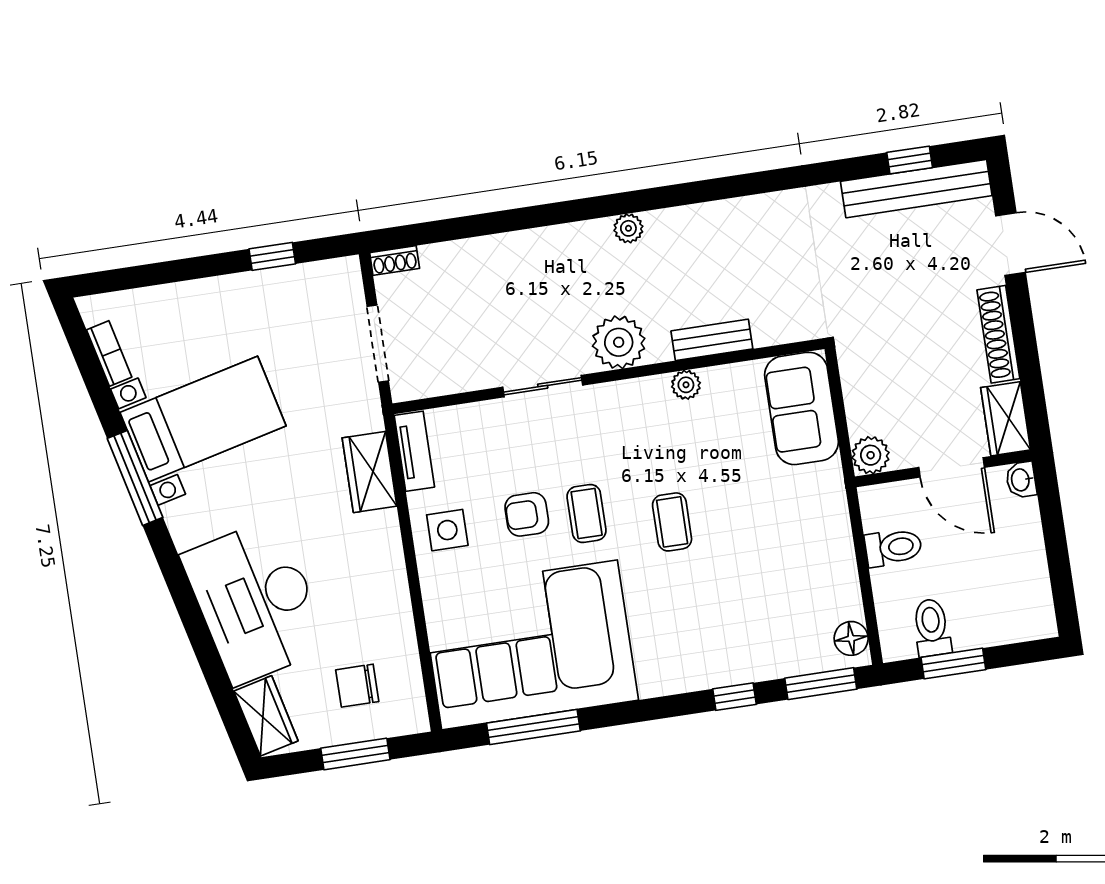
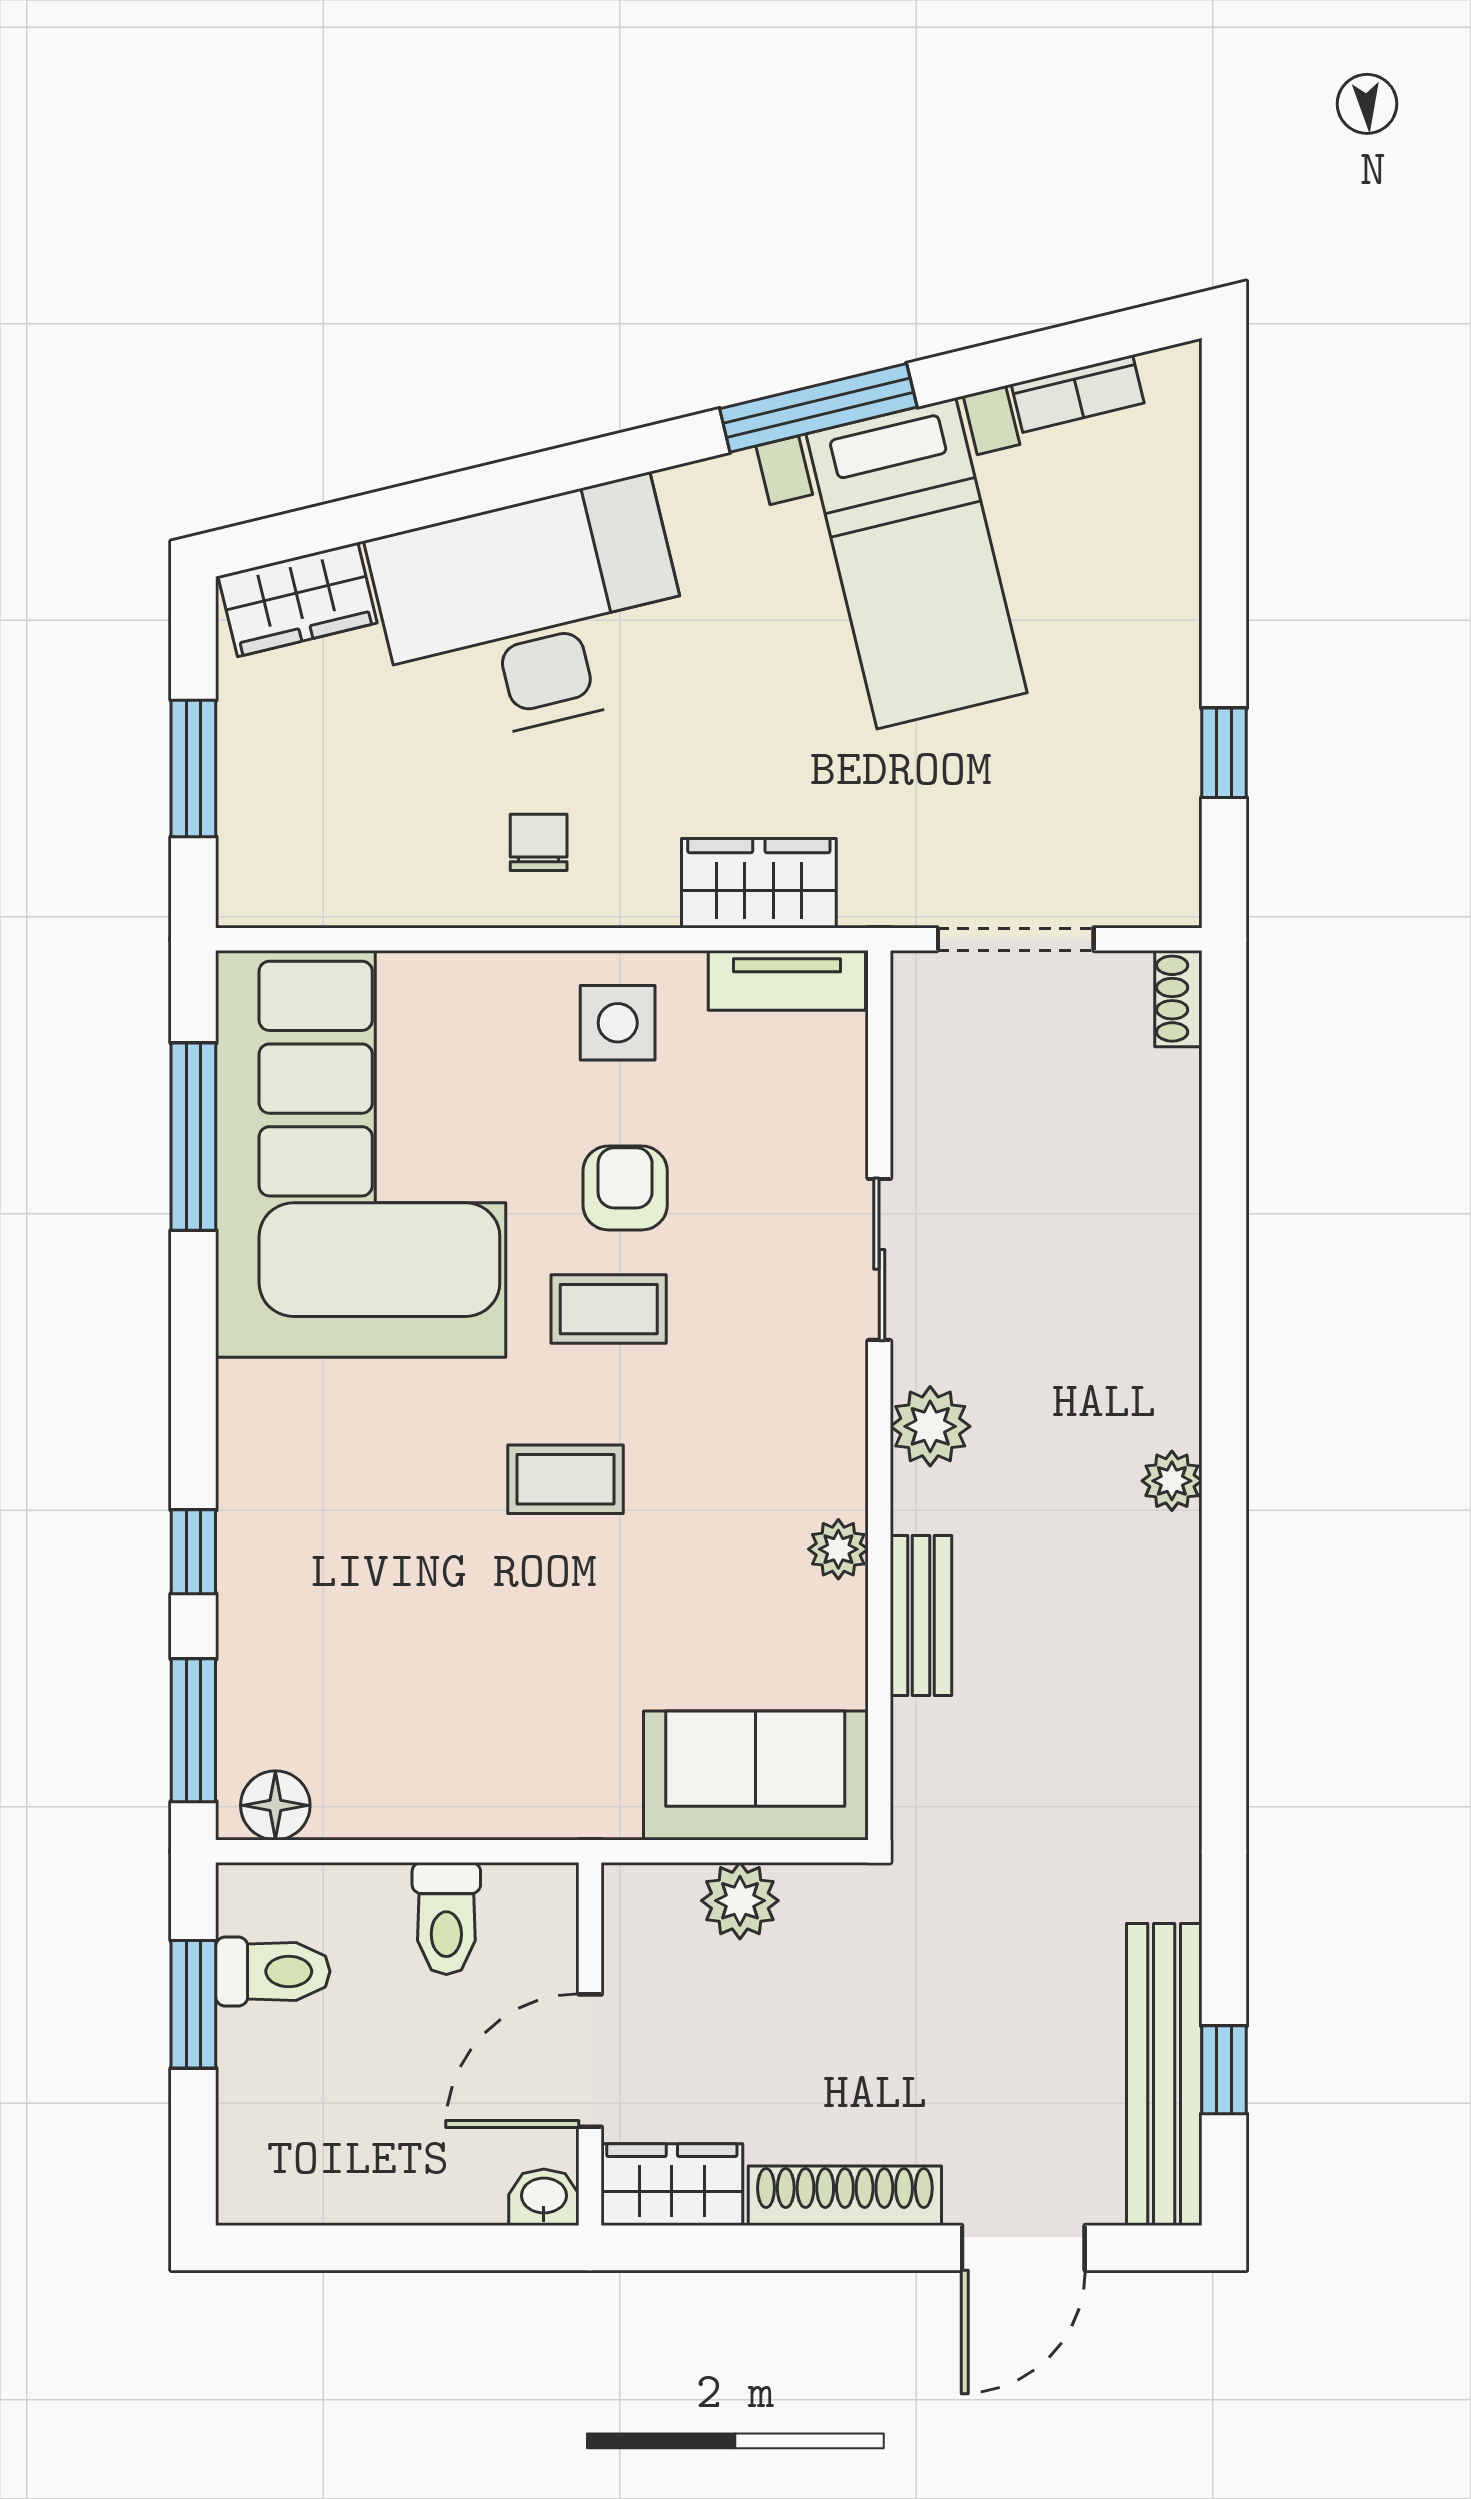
plant: (619, 342) -> (930, 1426), width x0.73, depth x0.73
plant: (871, 455) -> (740, 1901), moved
chair: (357, 686) -> (539, 842), moved, width x0.73, depth x0.73

